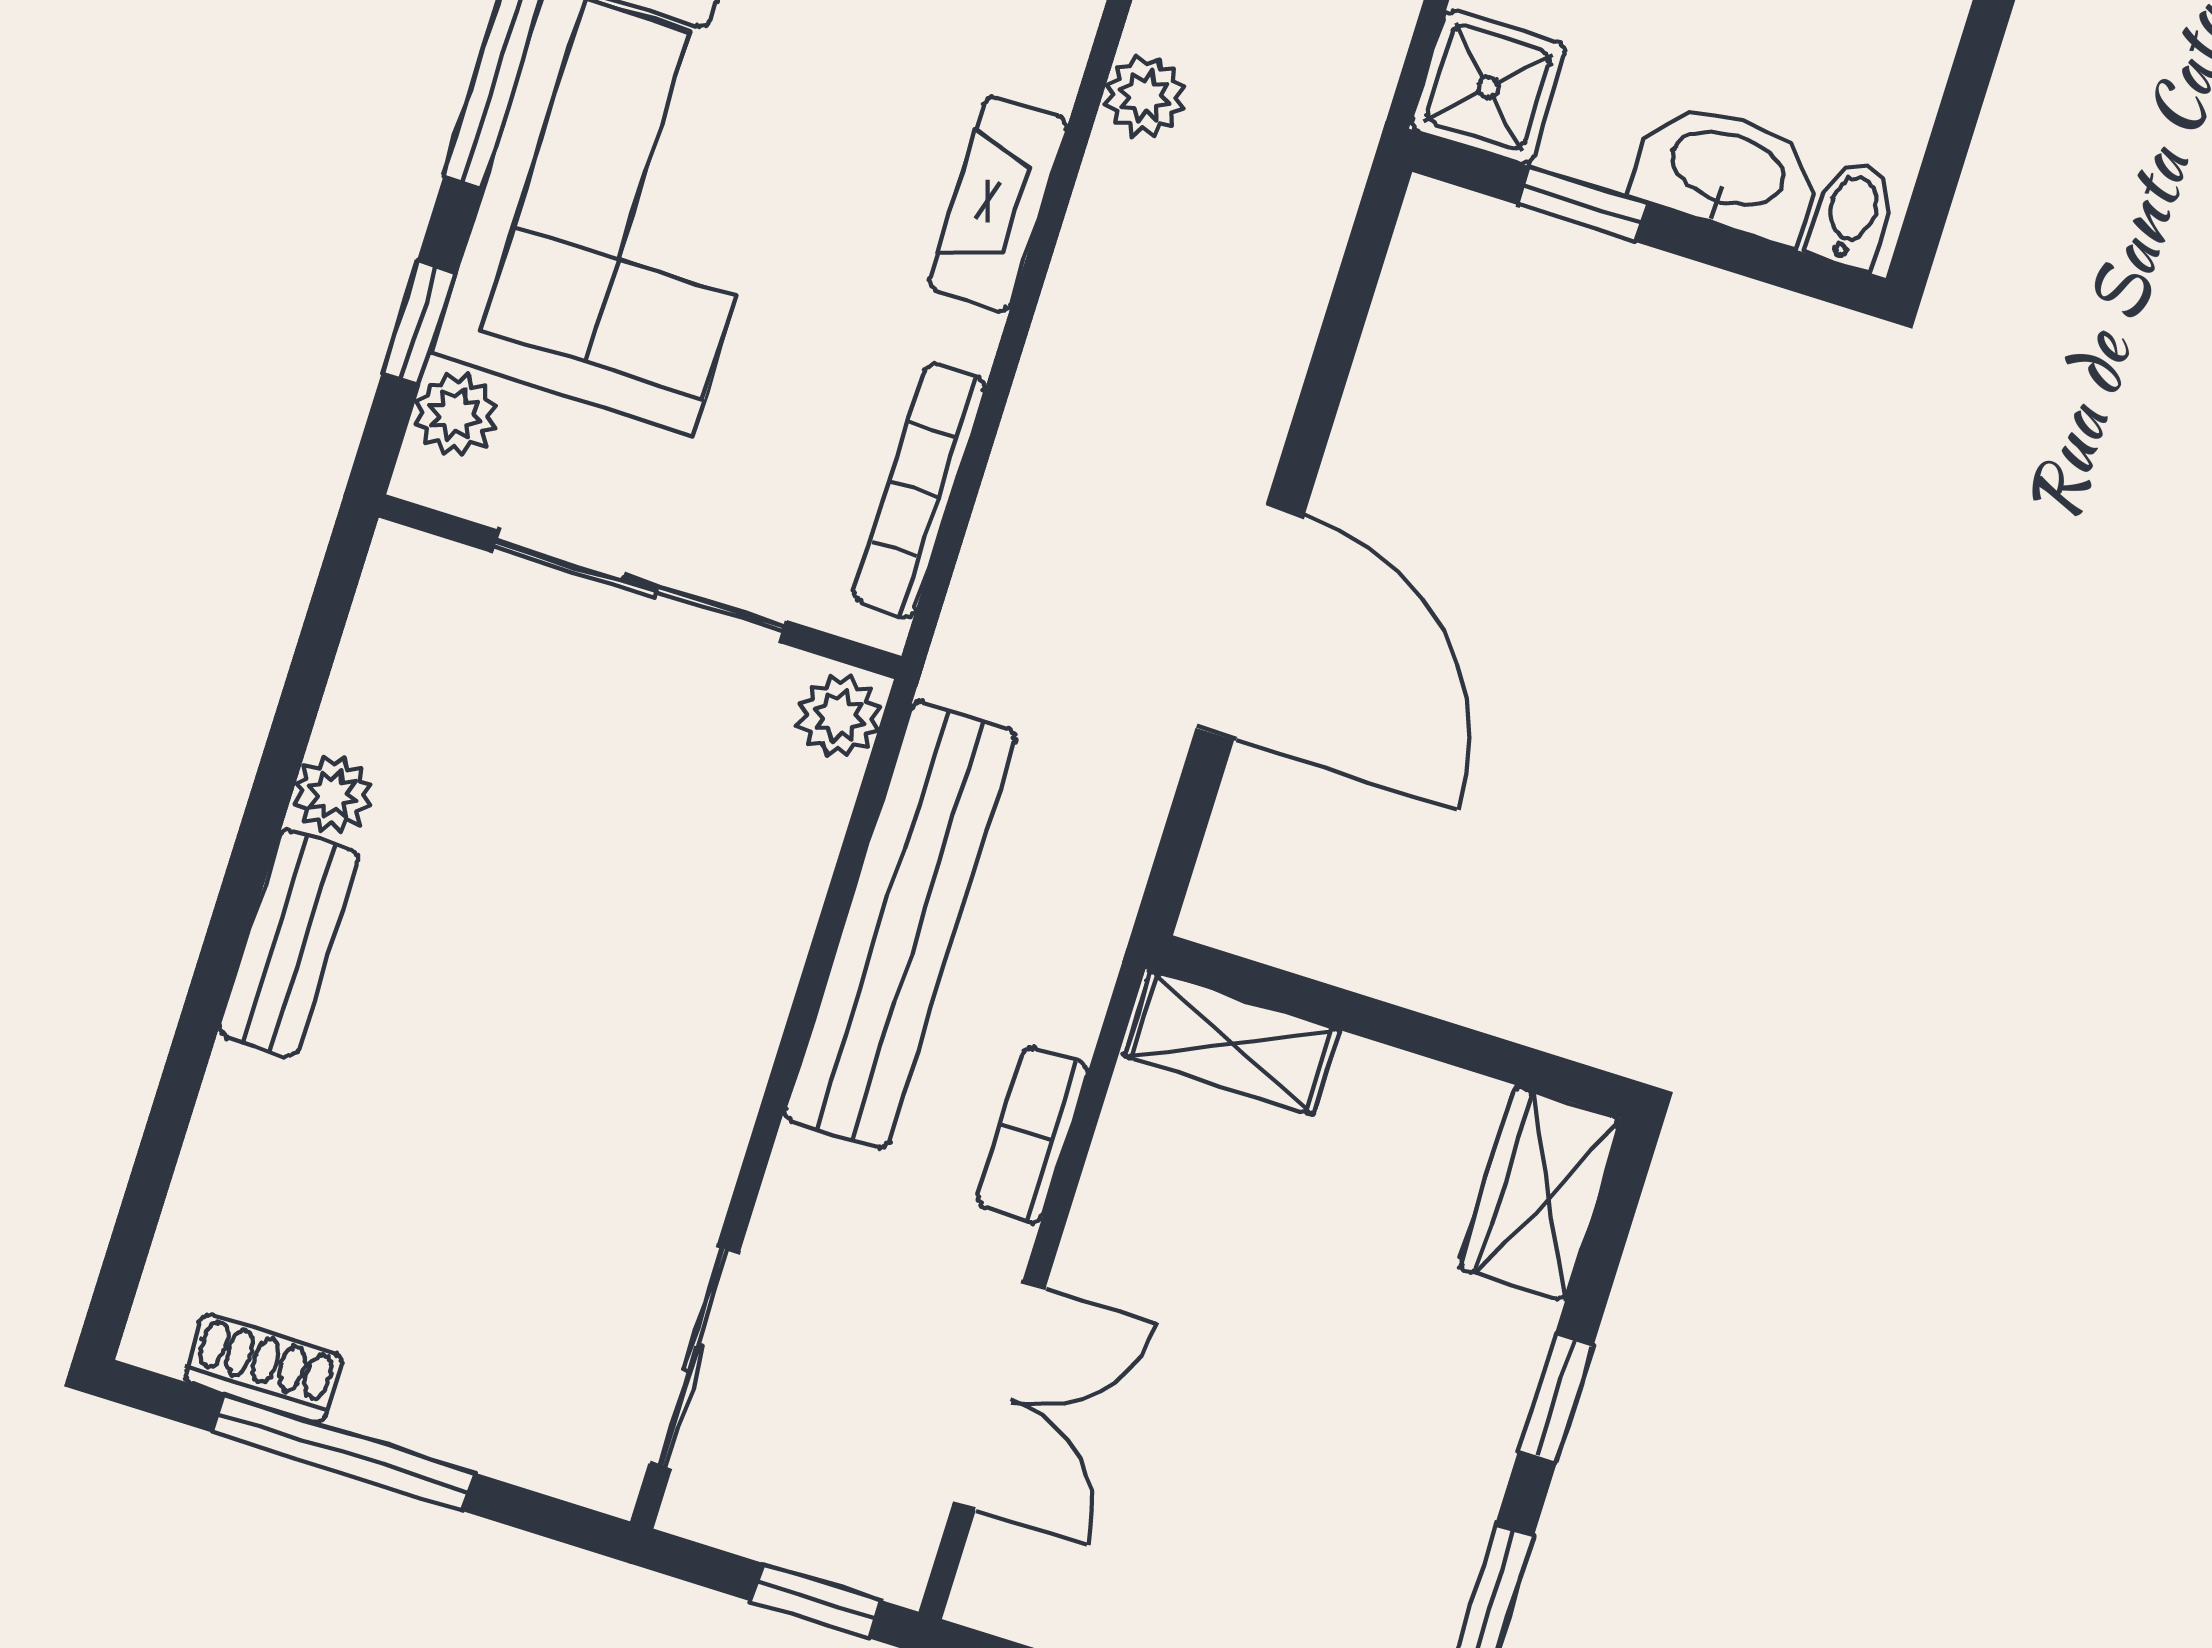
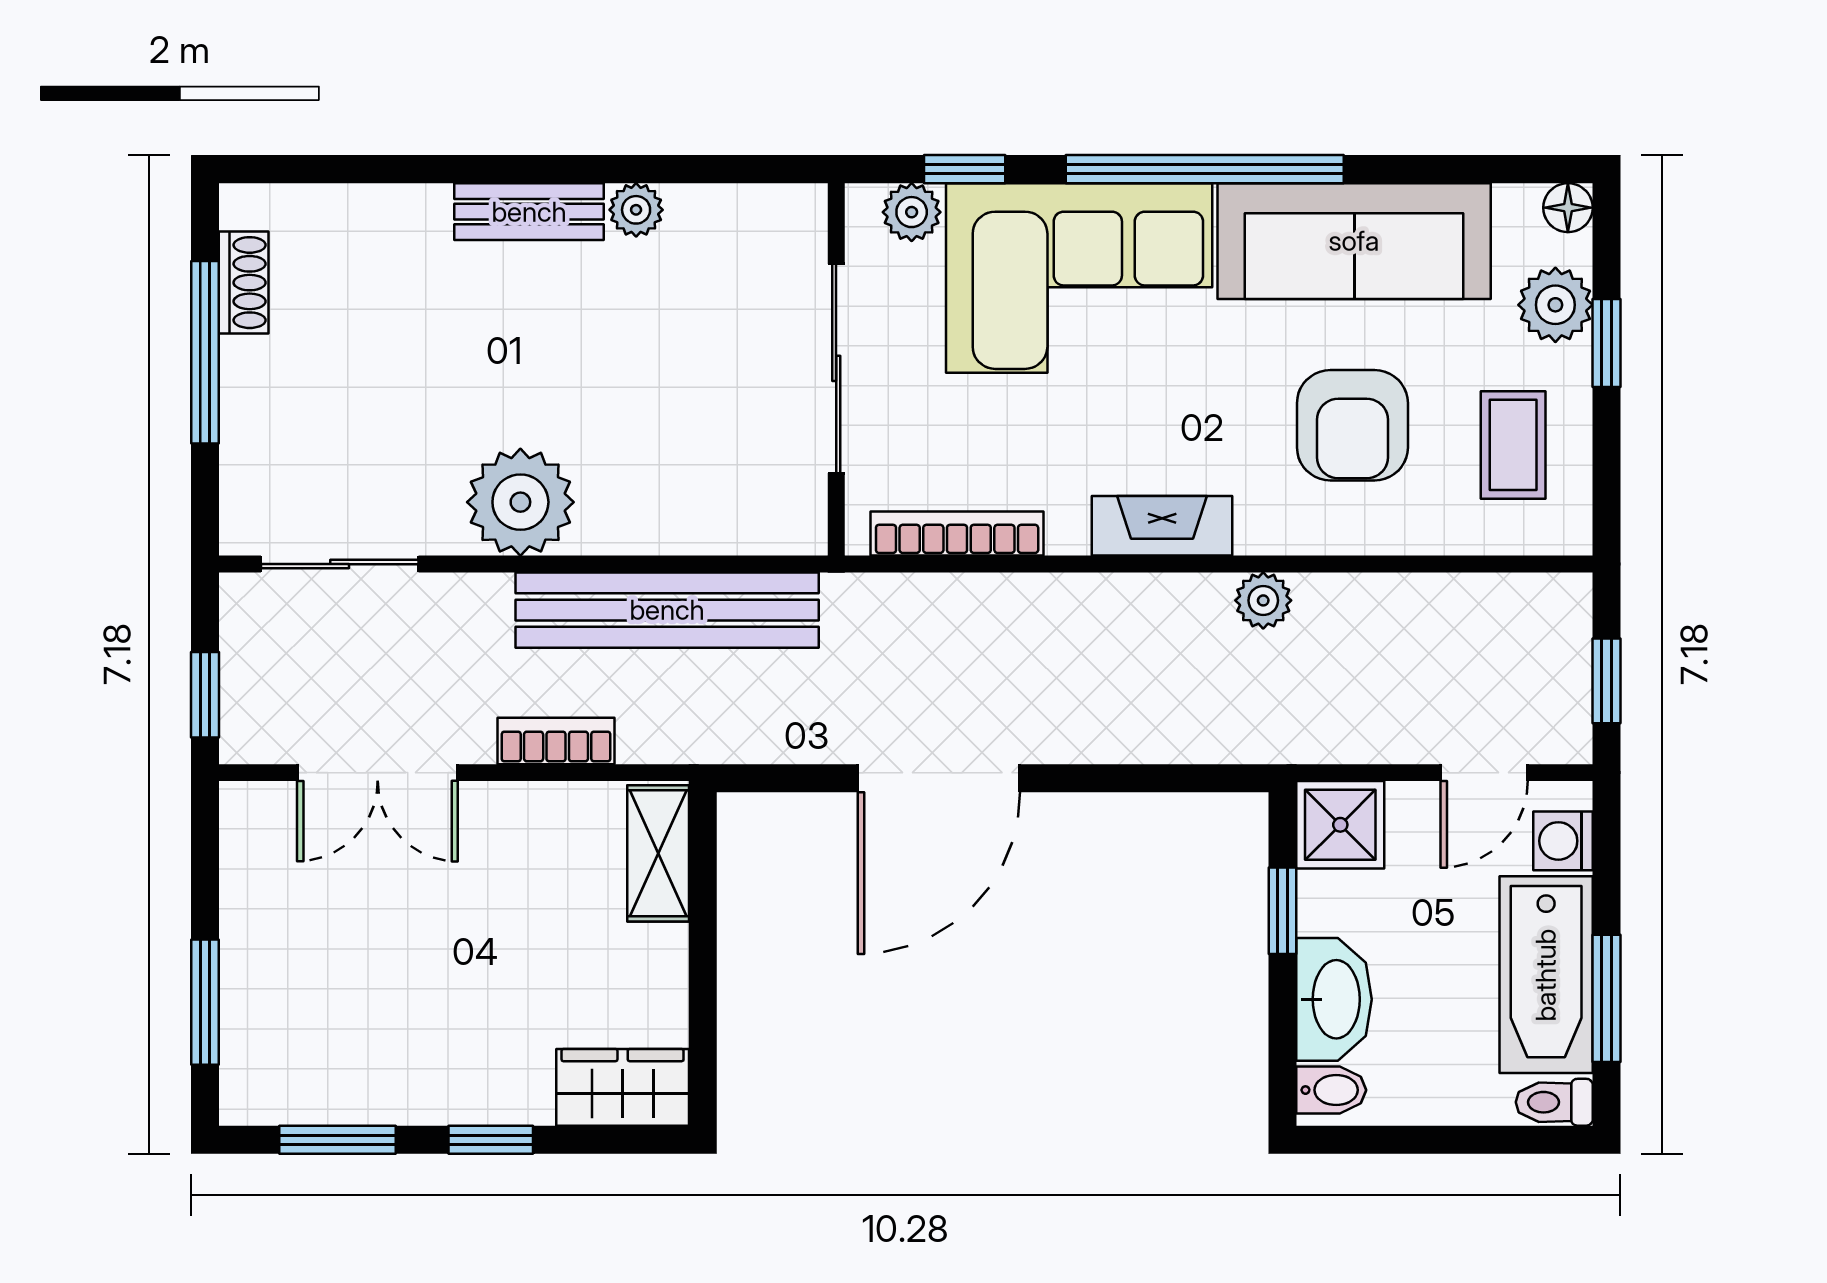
plant: (839, 716) -> (520, 502), moved, width x1.88, depth x1.88

